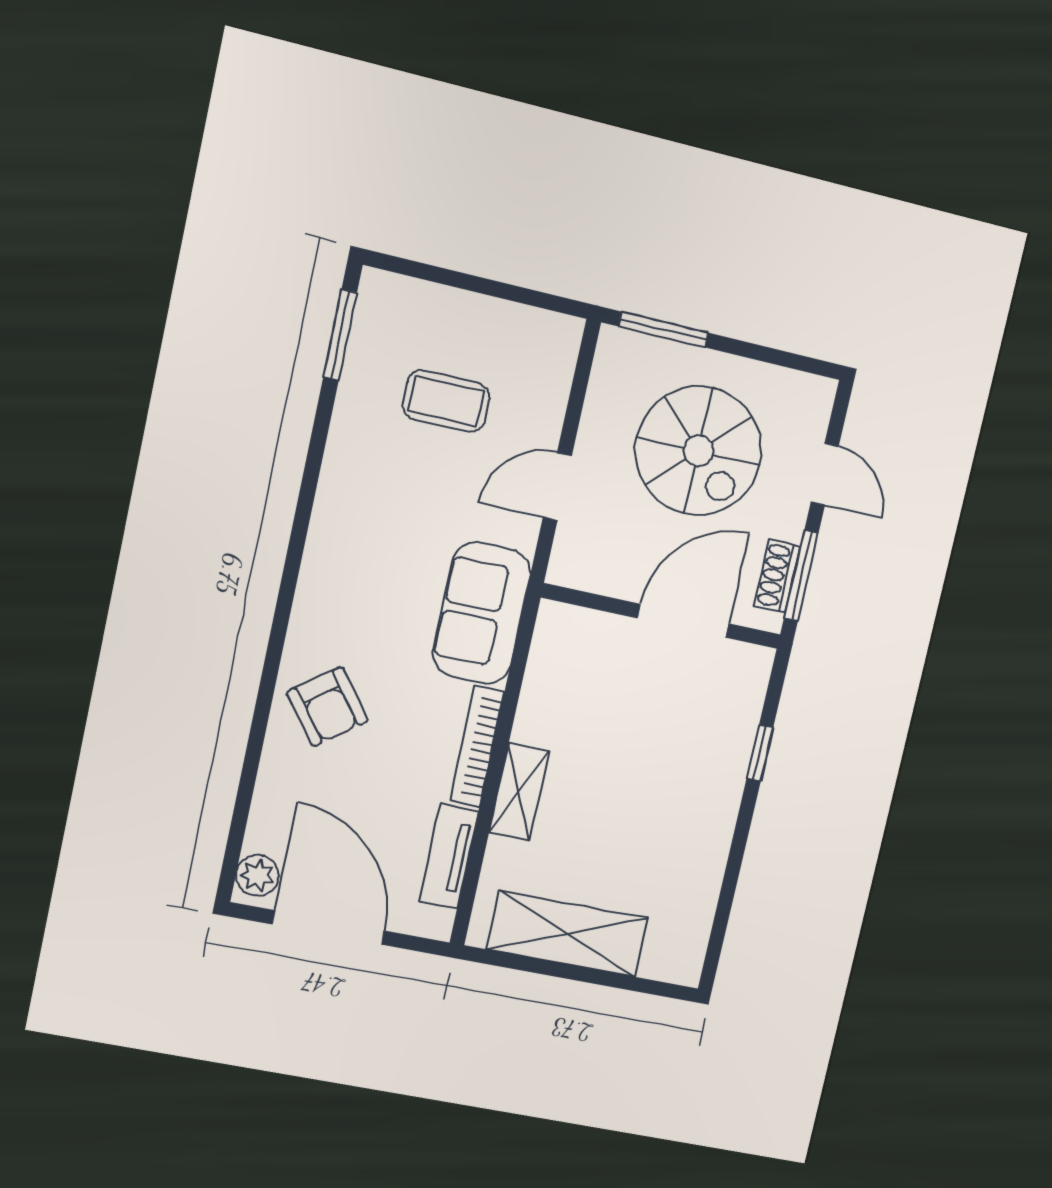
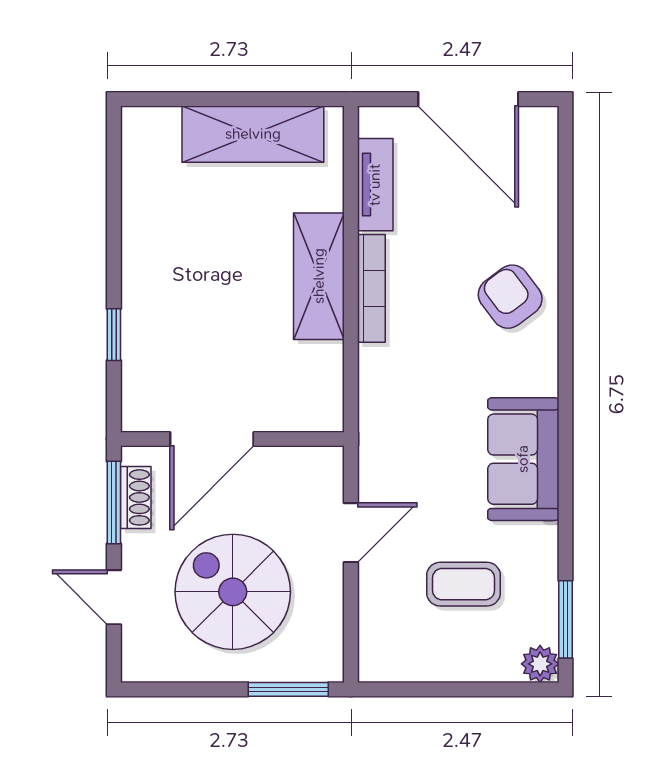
sofa: (482, 613) -> (523, 459), moved, turned 180
shelving: (519, 792) -> (319, 276), width x1.50, depth x1.33
plant: (257, 875) -> (540, 664), moved

